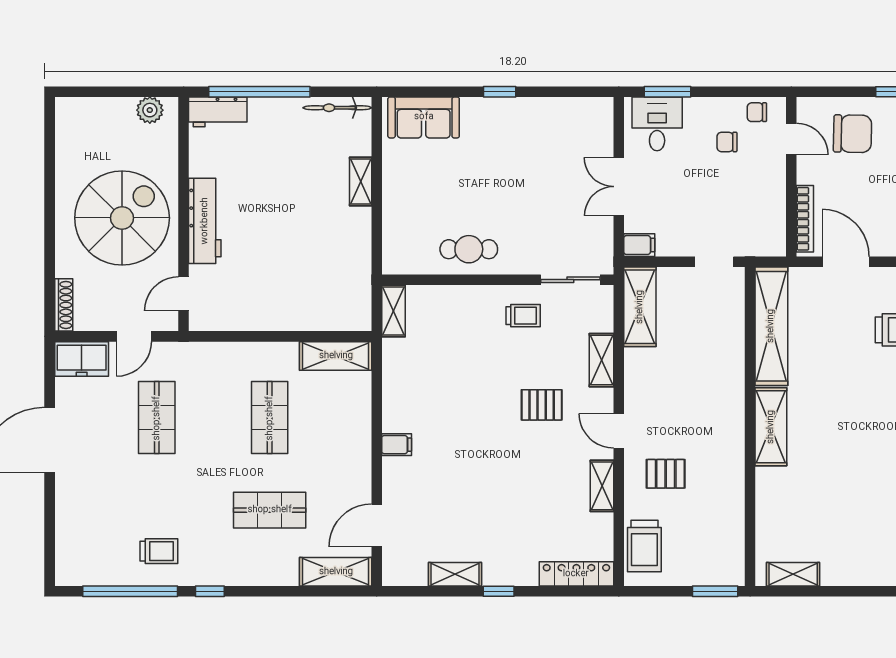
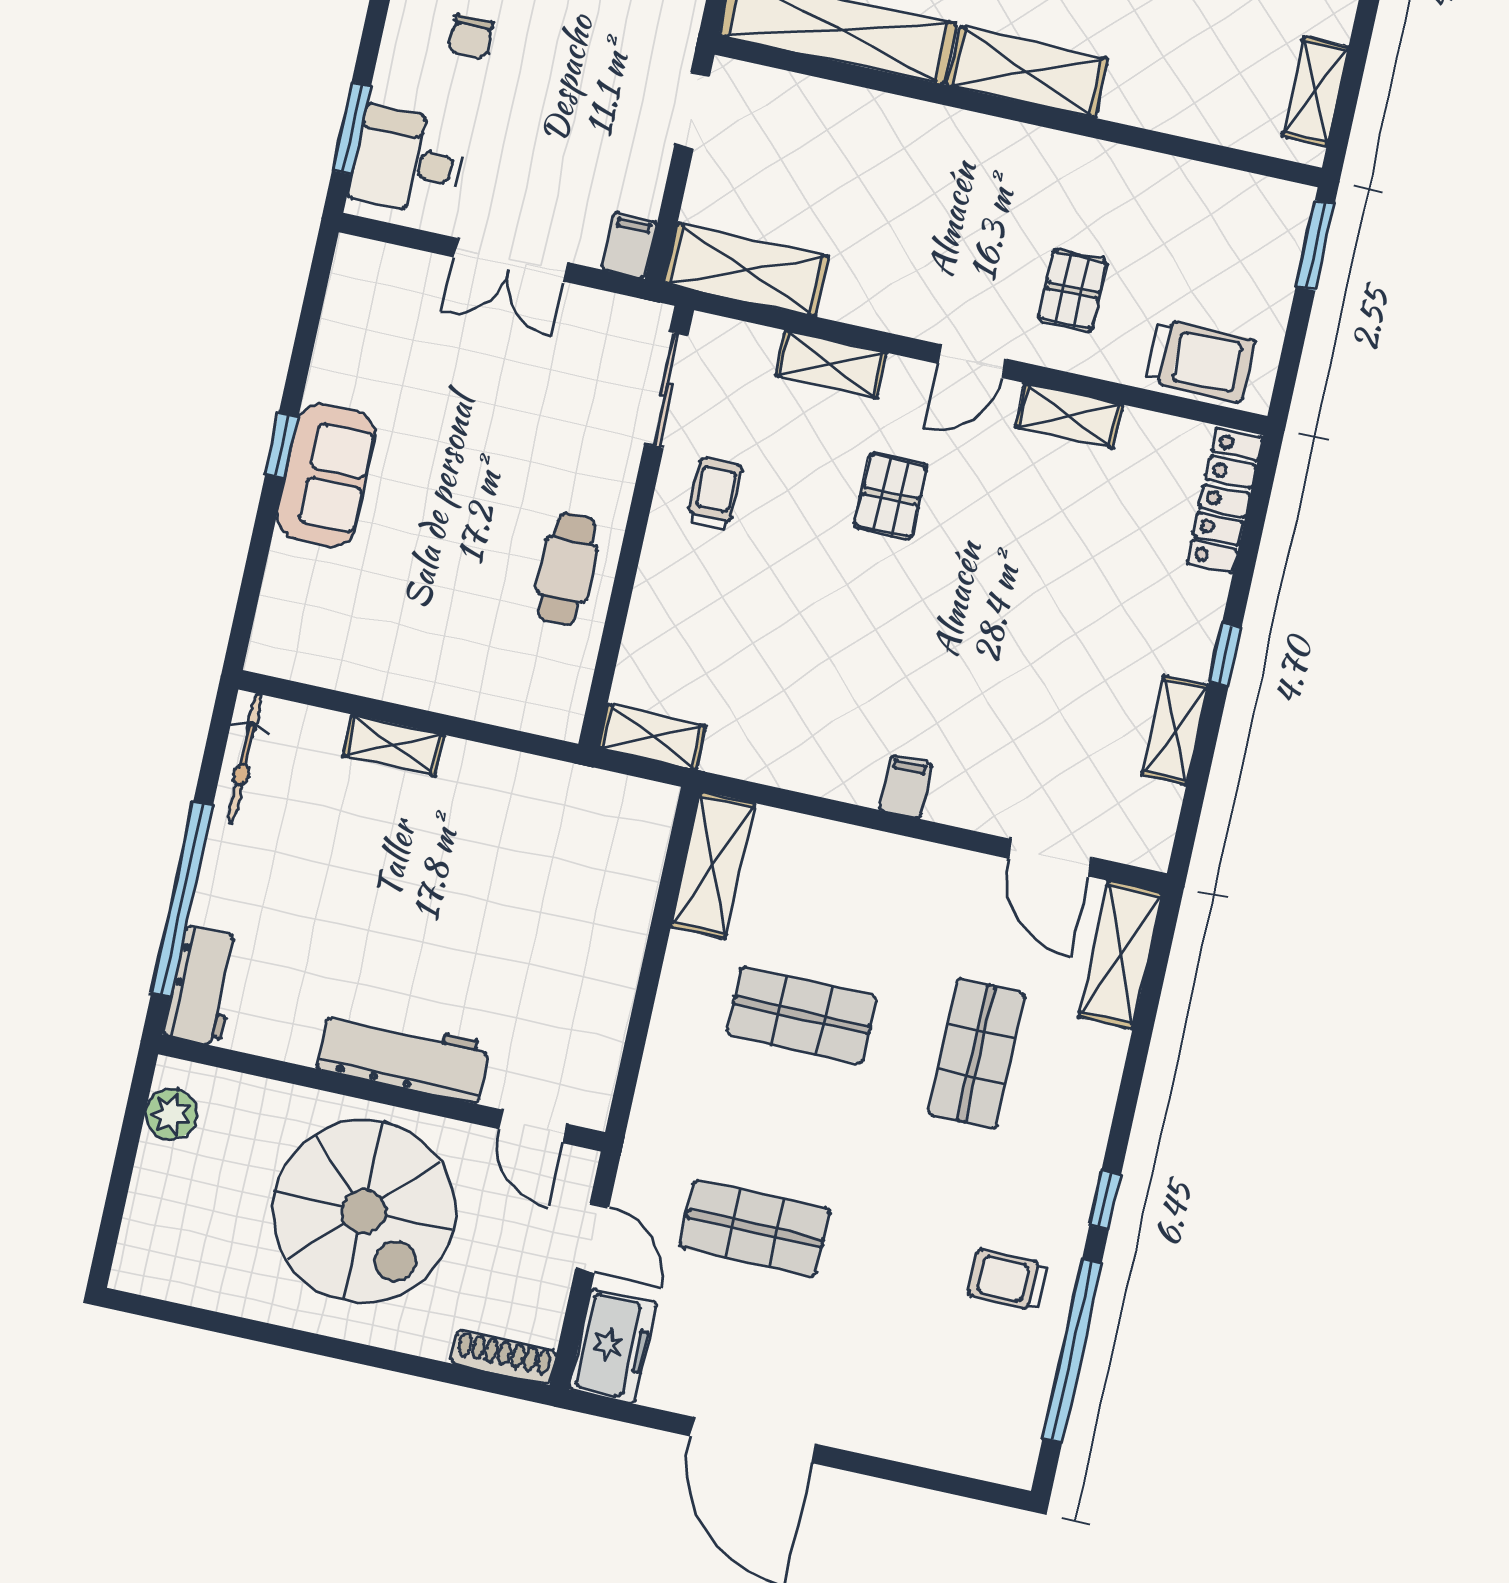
sofa: (424, 117) -> (326, 475), moved
spiral stairs: (122, 218) -> (364, 1211), turned 180
trolley: (159, 551) -> (1008, 1280), turned -90

